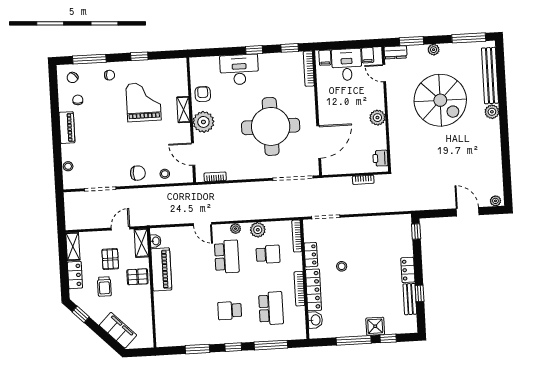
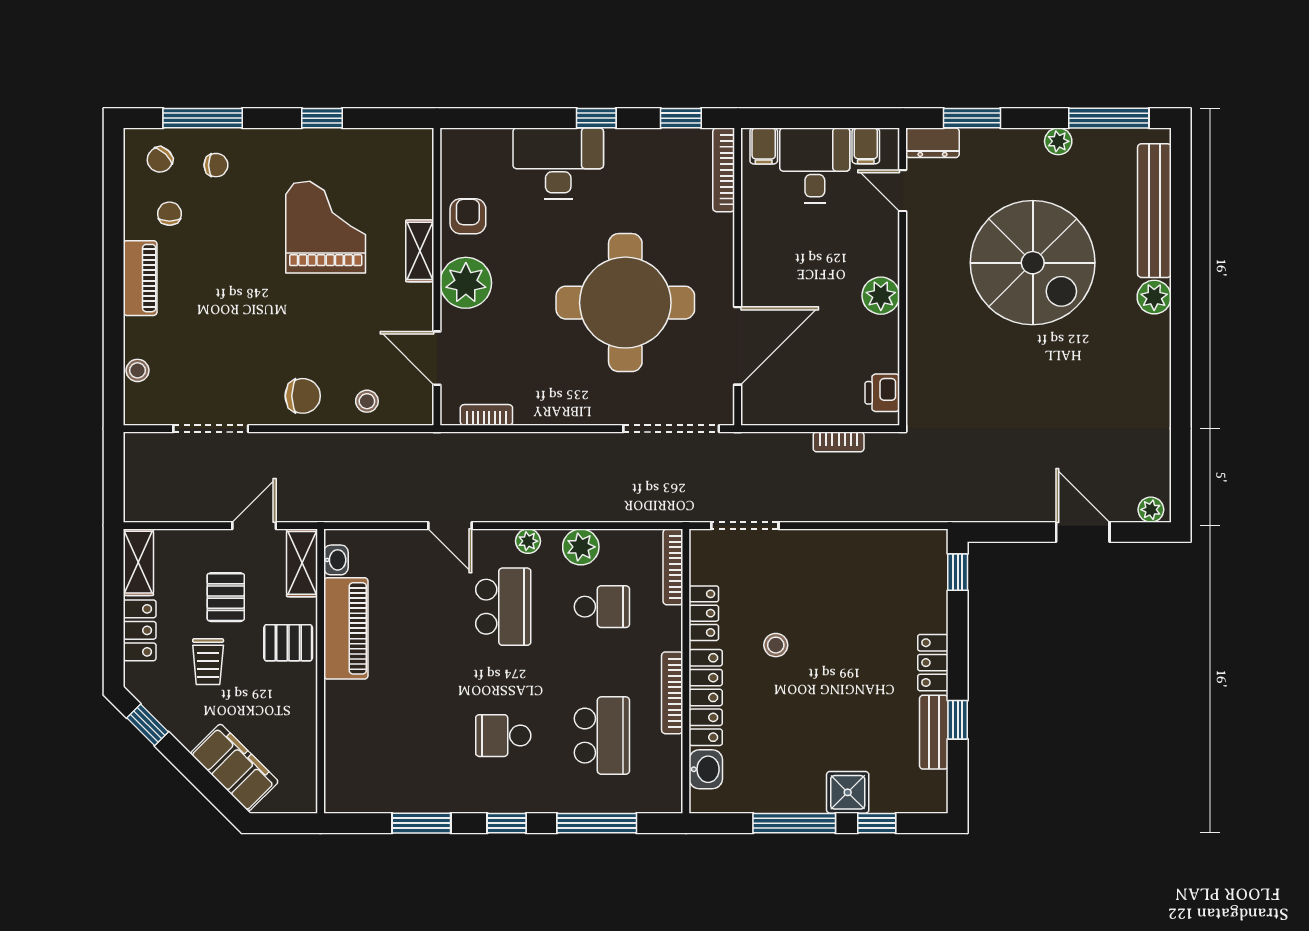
plant: (434, 50) -> (1058, 141), moved
chair: (110, 75) -> (216, 165), moved

